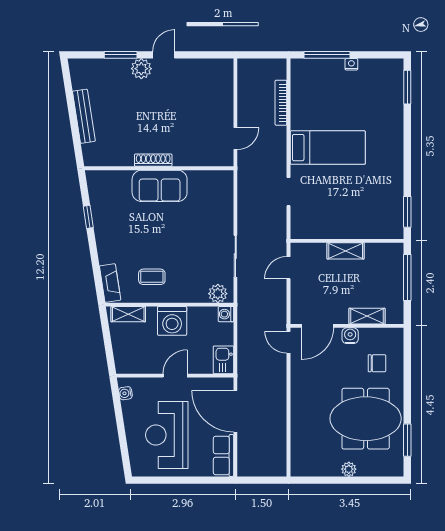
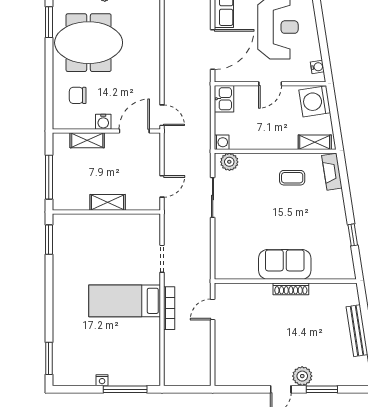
bookcase: (281, 103) -> (169, 308), moved
washing machine: (172, 321) -> (315, 101), moved, turned -99
door: (235, 411) -> (213, 50), hinge flipped

